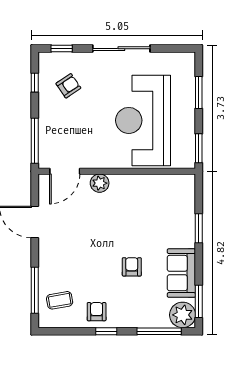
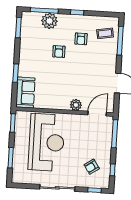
sofa: (181, 273) -> (25, 93), moved
armchair: (97, 312) -> (81, 39), moved
plant: (183, 315) -> (49, 21), moved

